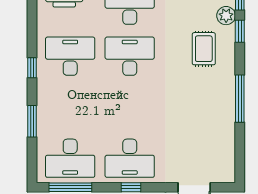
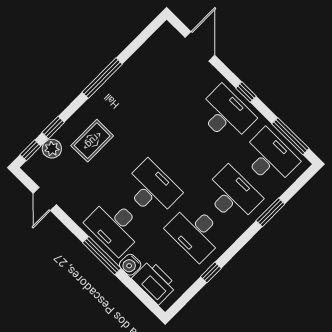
desk: (130, 56) -> (152, 189), turned 180
window: (32, 68) -> (211, 272), moved
desk: (70, 107) -> (232, 195), added

